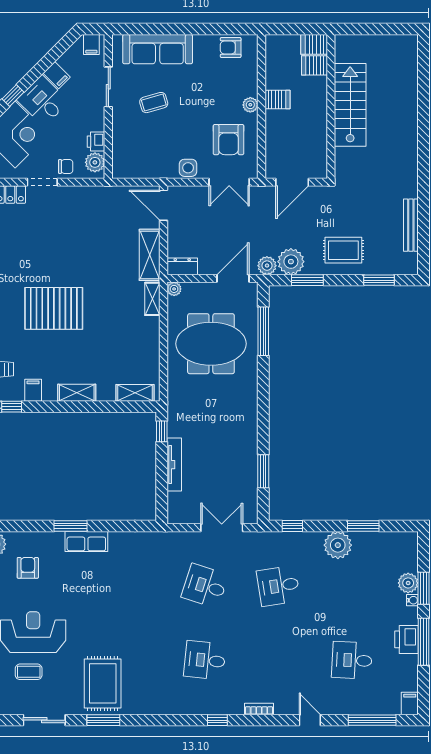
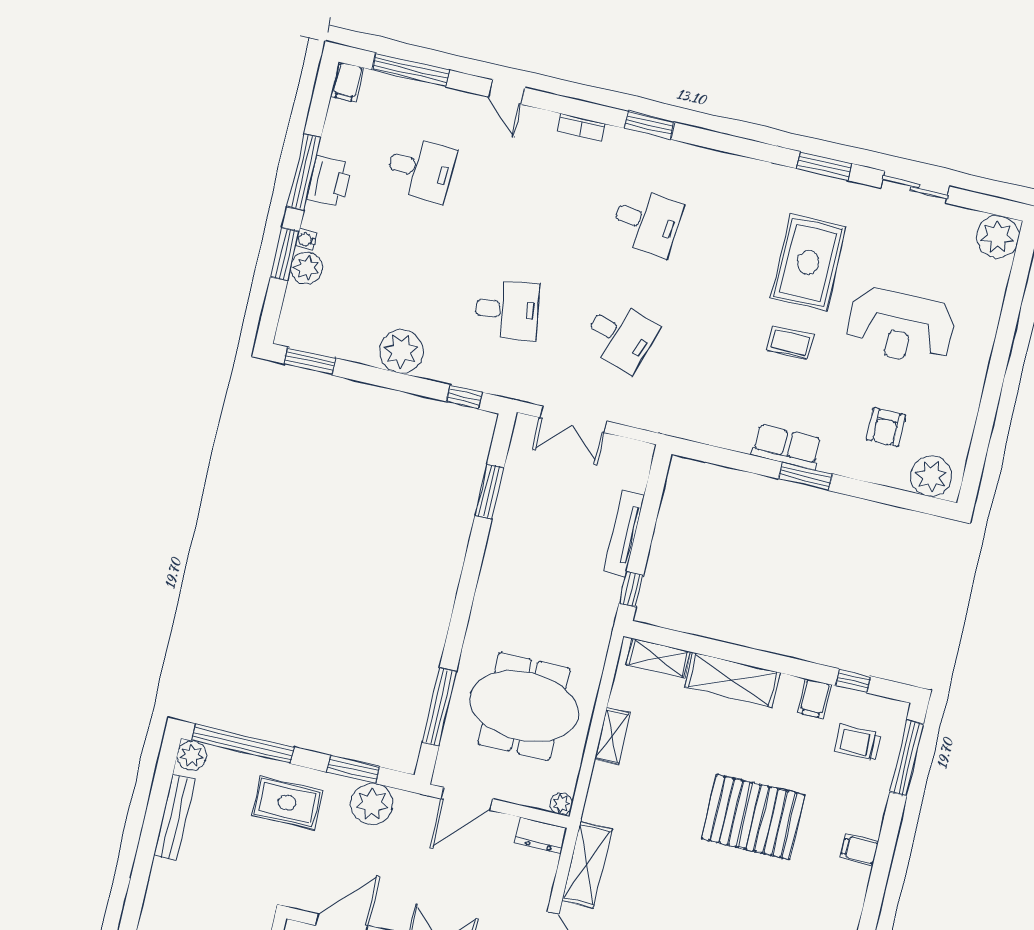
plant: (267, 266) -> (192, 756), moved
window: (379, 280) -> (243, 744), width x2.11
shelving: (152, 299) -> (612, 736), moved
shelving: (77, 393) -> (732, 680), width x1.50, depth x1.33
window: (363, 526) -> (310, 361), moved
coffee table: (29, 672) -> (790, 342), moved
rug: (103, 683) -> (808, 262), moved
window: (217, 720) -> (649, 125), width x1.50

